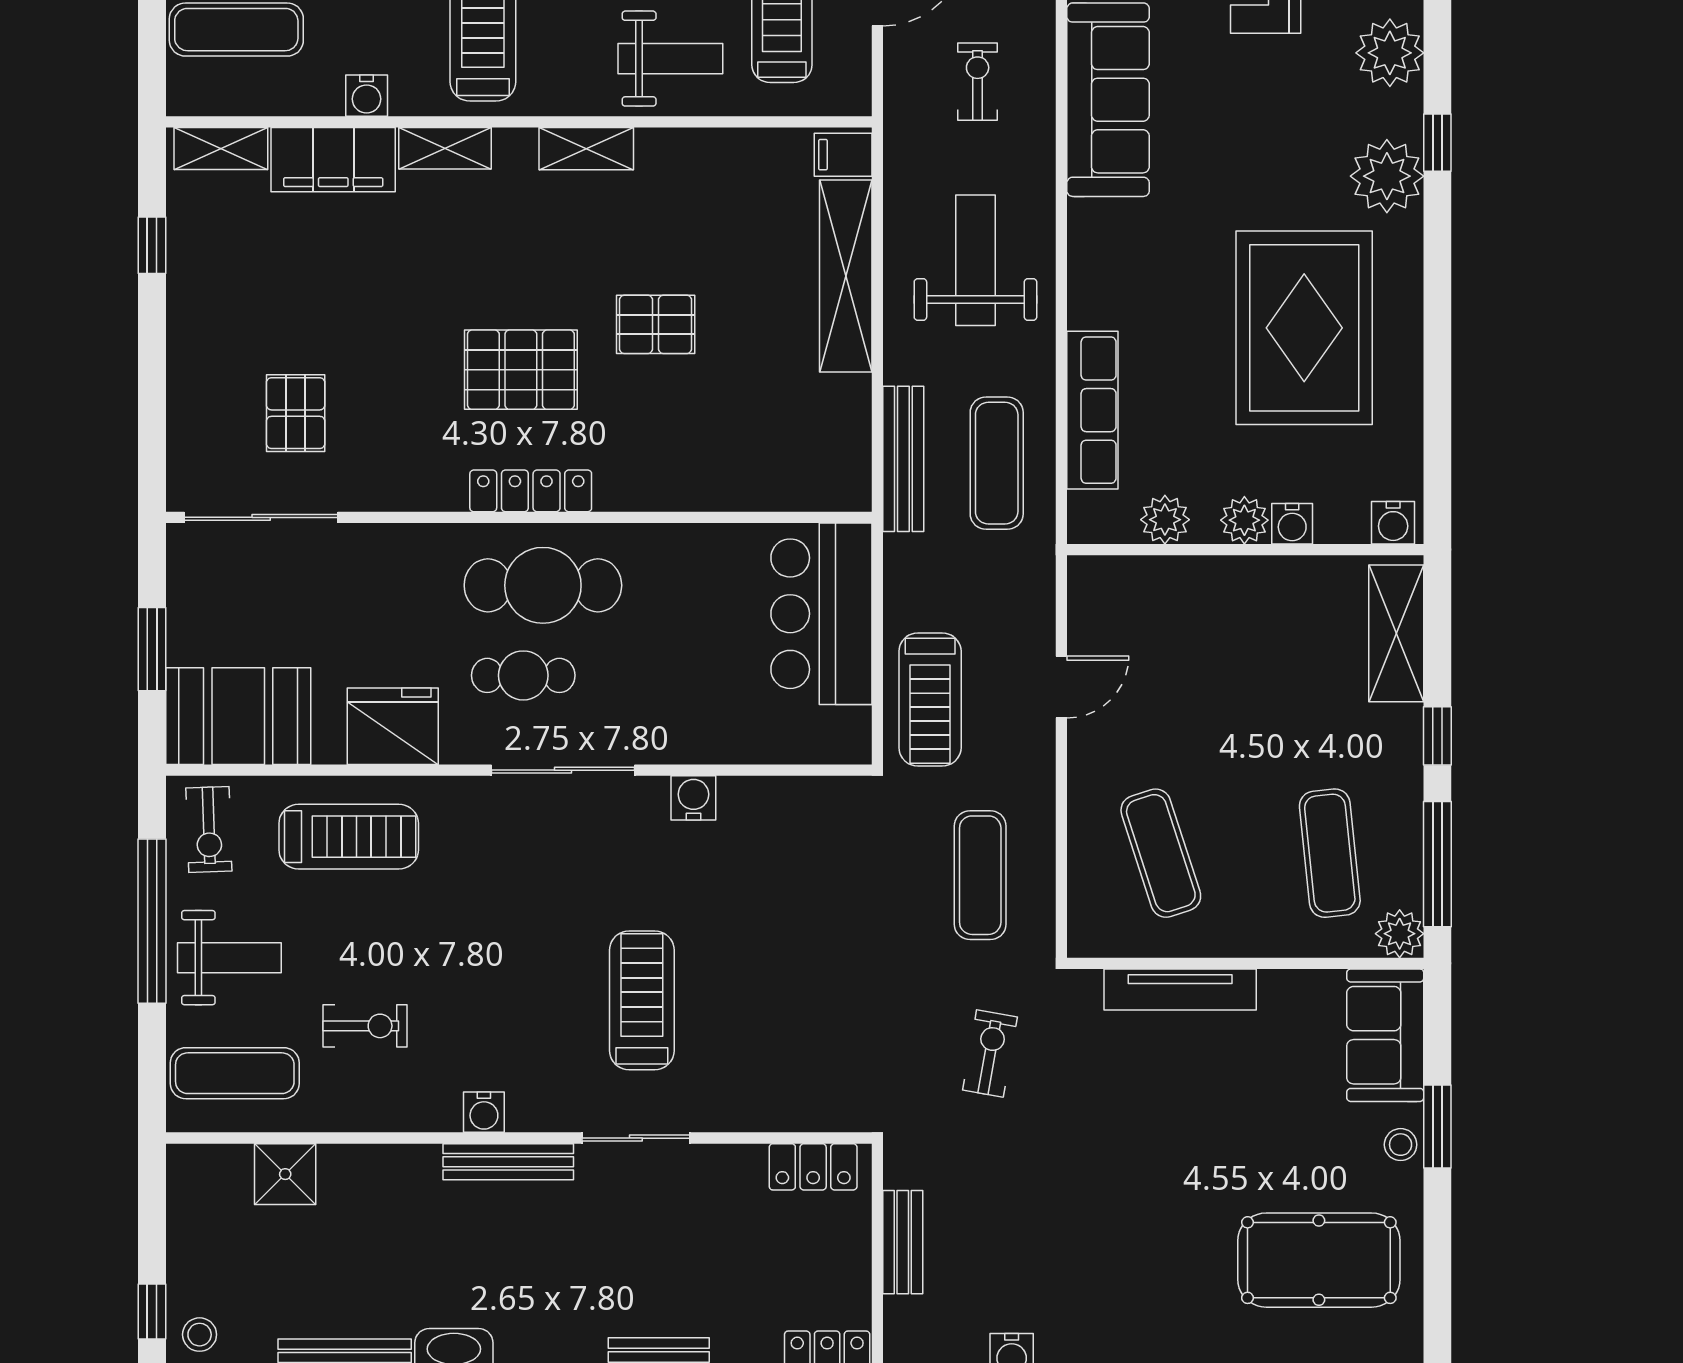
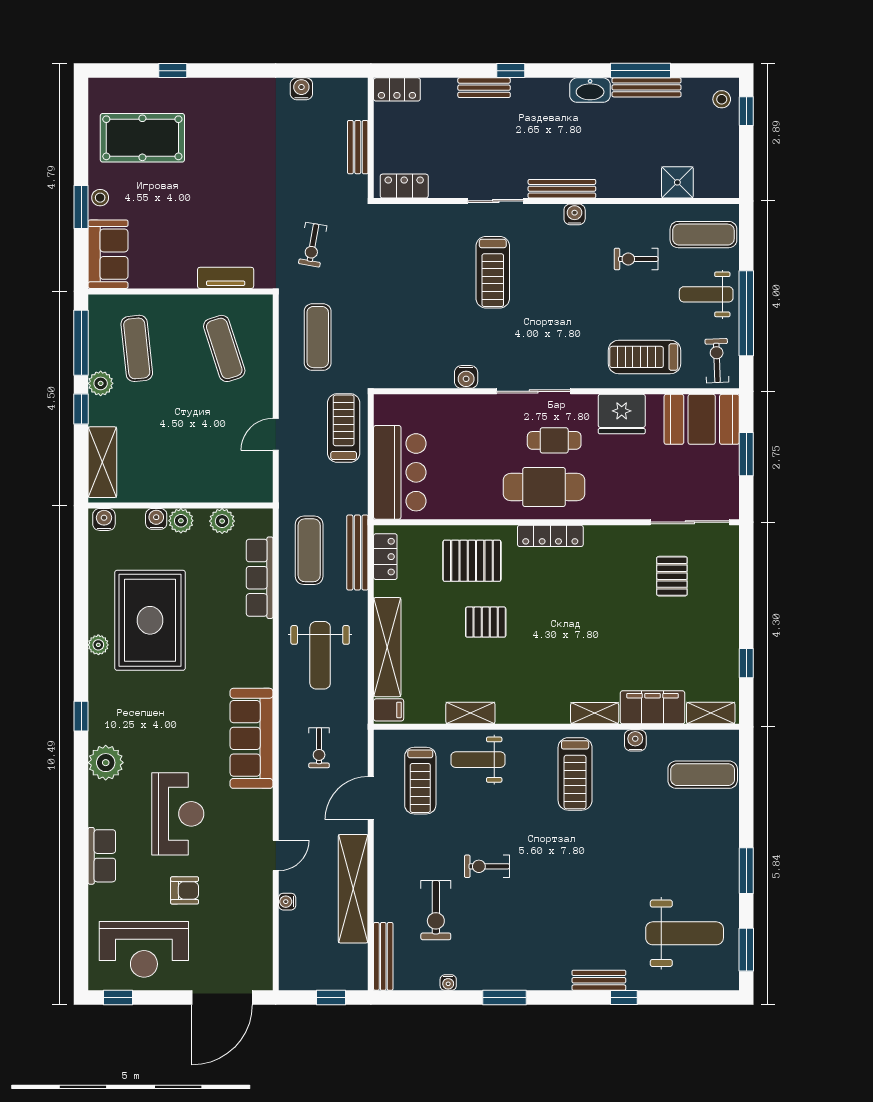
shelving: (586, 149) -> (470, 713), moved
plant: (1387, 176) -> (98, 645), moved, width x0.53, depth x0.53
pallet: (521, 370) -> (472, 561), moved
locker: (849, 451) -> (385, 557), added
plant: (1400, 934) -> (101, 383), moved
tv unit: (1180, 989) -> (226, 278), width x0.71

